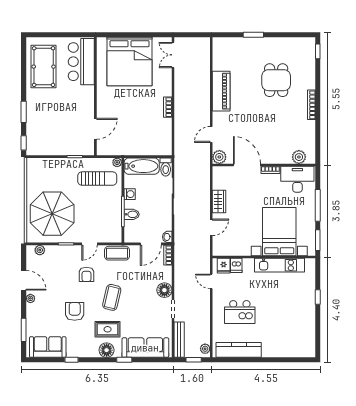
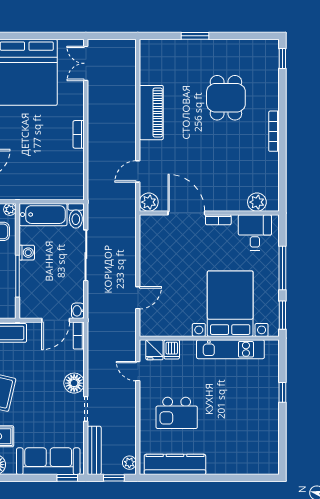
desk: (297, 179) -> (255, 232), width x0.73
wardrobe: (219, 201) -> (148, 263), removed
bidet: (132, 214) -> (30, 280), removed
window: (124, 360) -> (67, 478), moved

